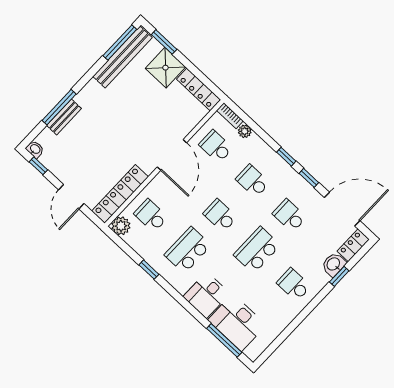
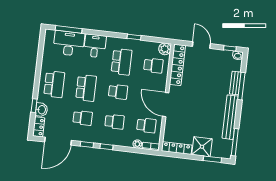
bench: (123, 57) -> (230, 117), moved
school desk: (294, 285) -> (54, 84), width x1.85

